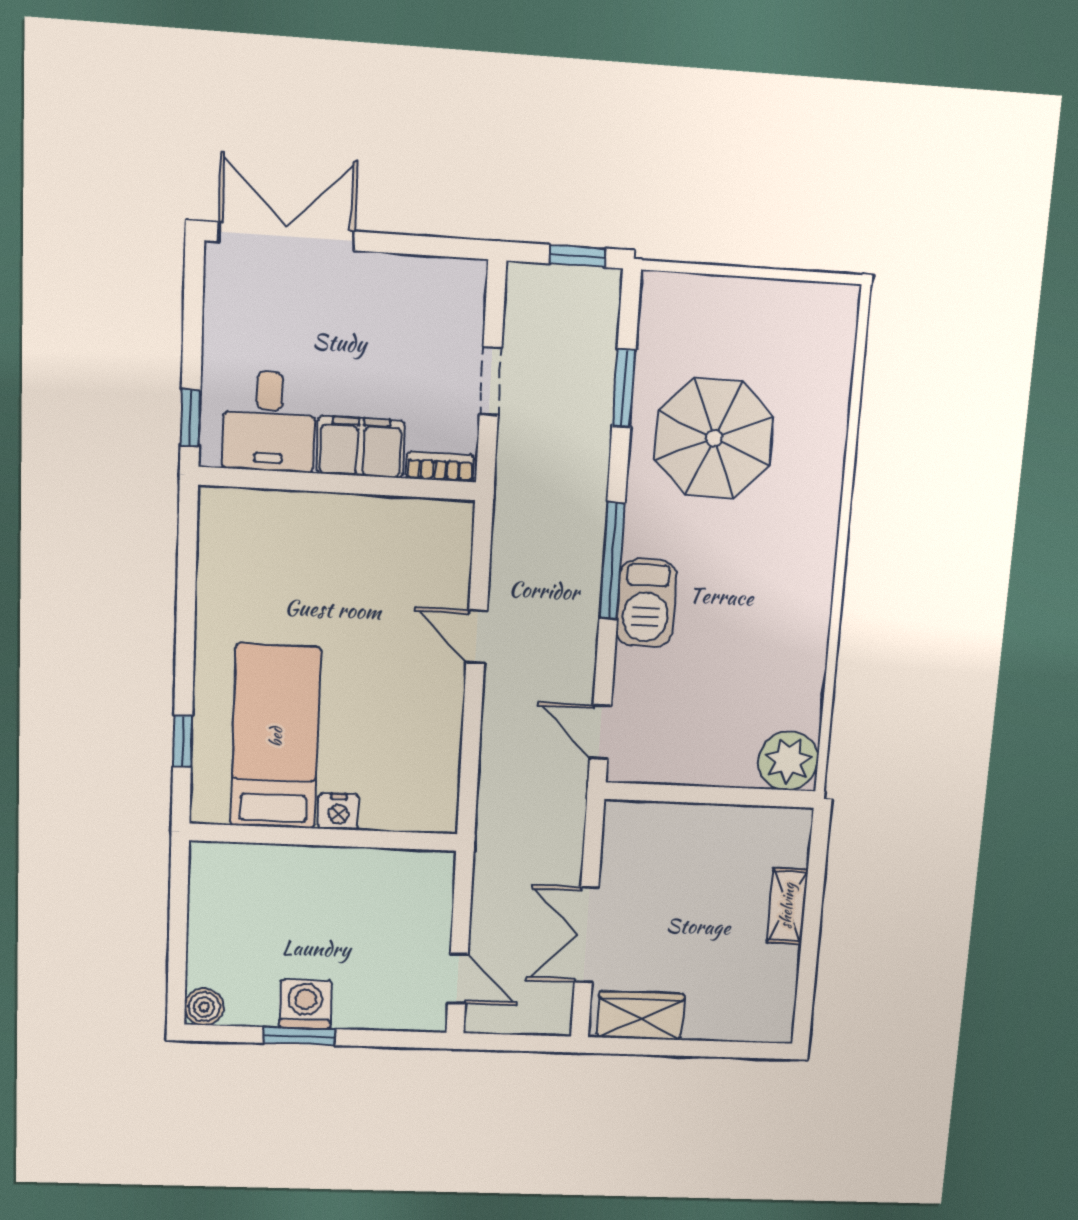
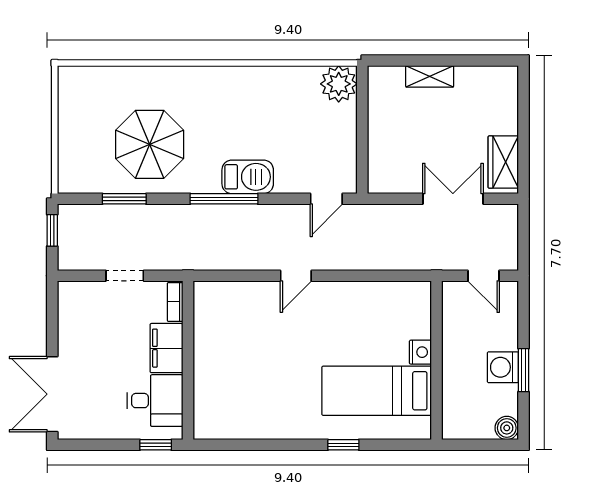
door: (477, 637) -> (296, 276), moved
bed: (276, 737) -> (377, 391), moved
nightstand: (338, 812) -> (420, 352), moved
wall: (324, 837) -> (436, 360), moved
double door: (587, 935) -> (453, 199), swing flipped
door: (458, 979) -> (483, 276), swing flipped

